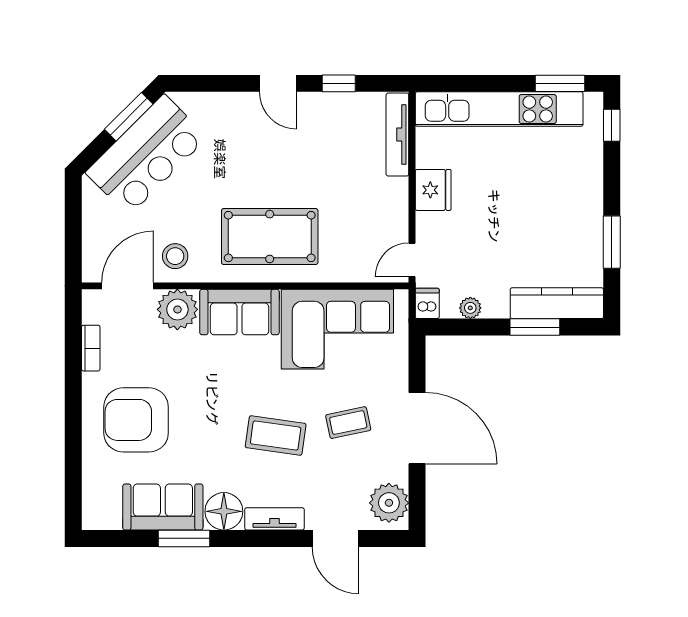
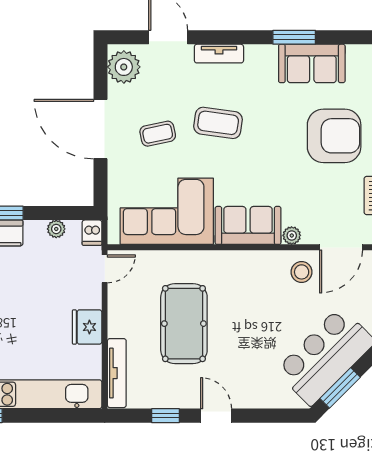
pool table: (270, 237) -> (184, 324), moved, turned 90
plant: (177, 309) -> (292, 235), width x0.53, depth x0.53
floor lamp: (224, 511) -> (261, 60), removed

